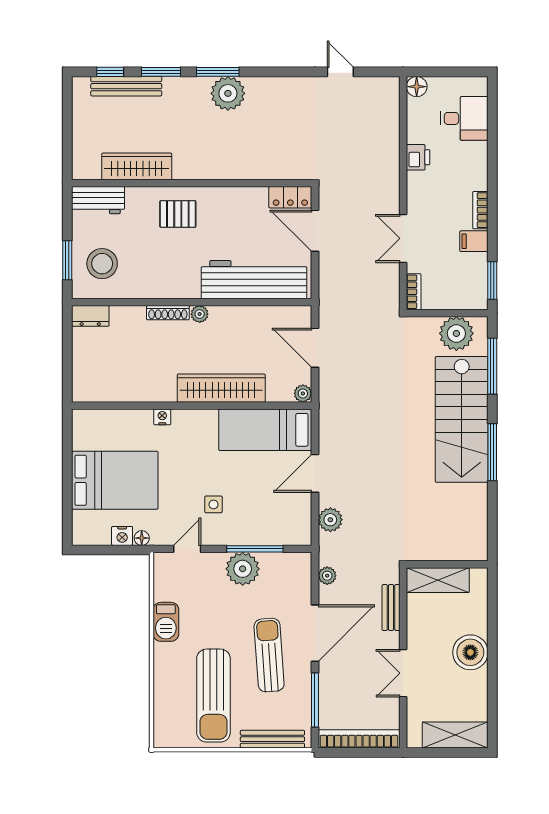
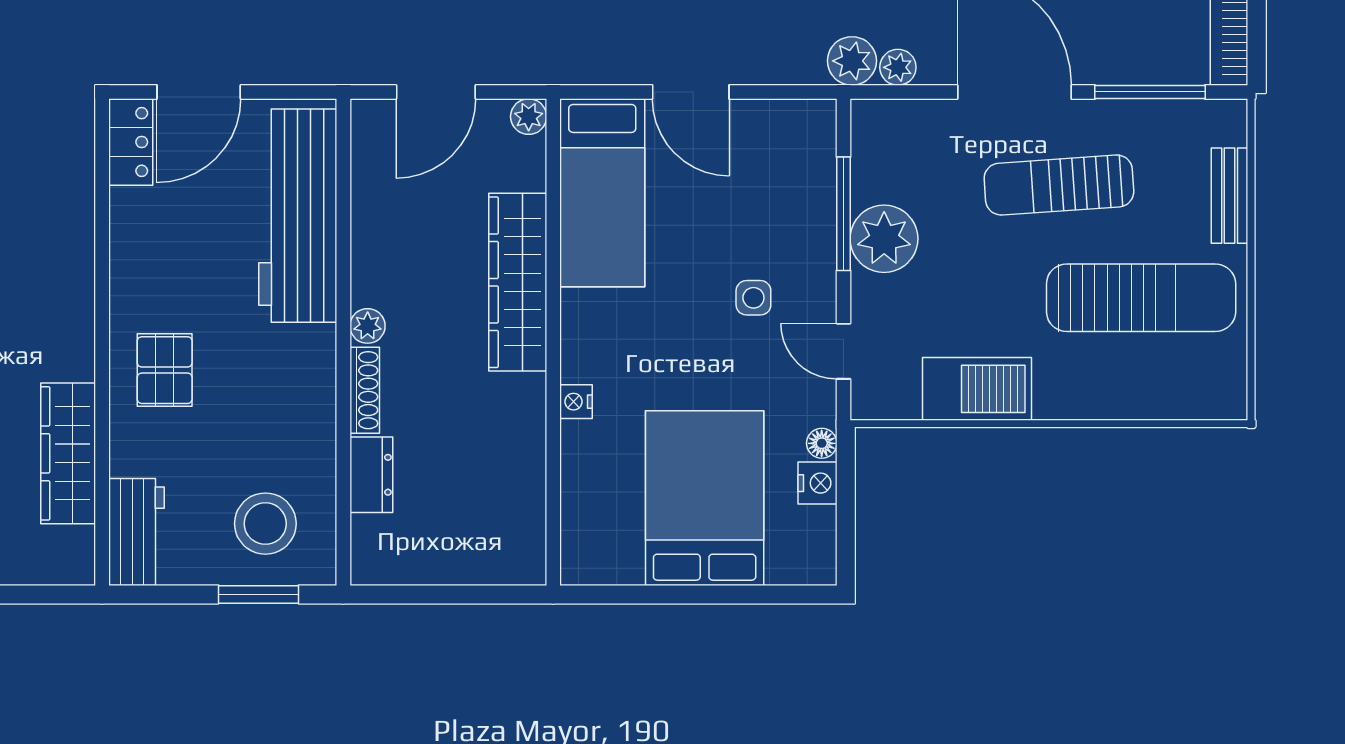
dresser: (90, 316) -> (371, 475), moved
plant: (330, 520) -> (852, 61), moved
barbecue: (166, 622) -> (977, 389), width x1.37, depth x1.21
bench: (272, 739) -> (1230, 196), width x0.73

